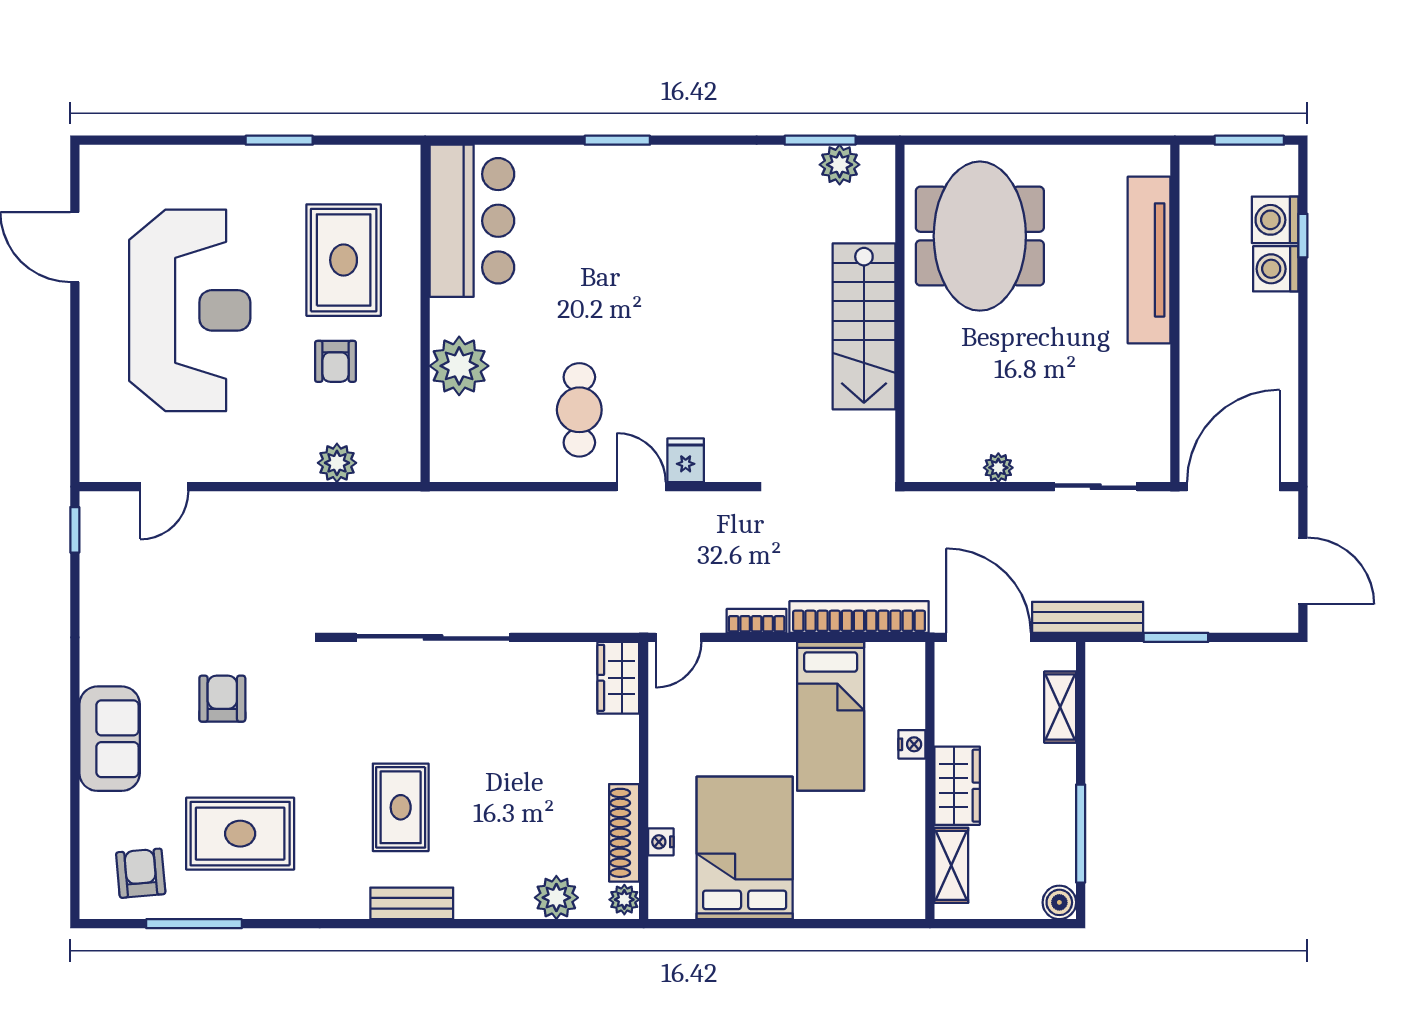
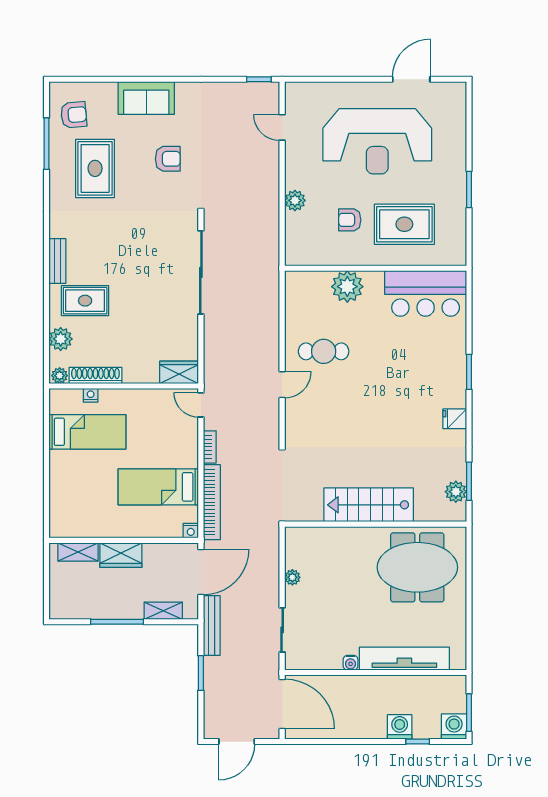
washing machine: (1275, 220) -> (454, 727), moved
water cooler: (1157, 360) -> (351, 663), added
fridge: (686, 460) -> (455, 419), moved, turned 180
plant: (337, 463) -> (295, 200), moved
nightstand: (912, 744) -> (191, 531), moved
rug: (401, 807) -> (85, 301), moved
window: (1081, 834) -> (117, 622), moved
bed: (745, 848) -> (87, 432), width x0.67
boiler: (1059, 902) -> (58, 610), removed

